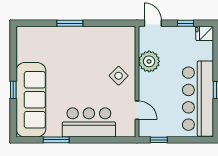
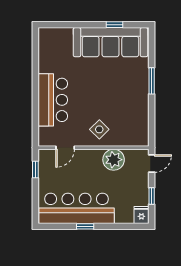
window: (13, 90) -> (114, 25), moved
sofa: (31, 100) -> (110, 42), moved
window: (56, 140) -> (35, 67), removed

